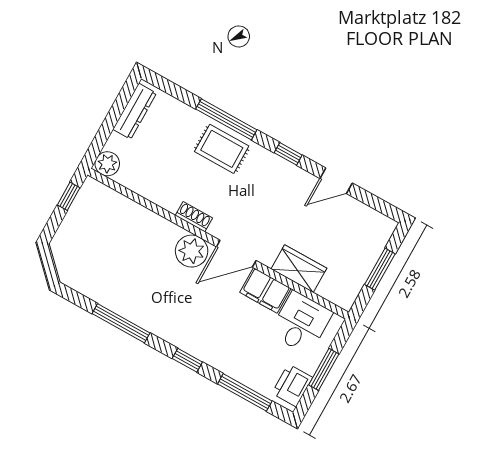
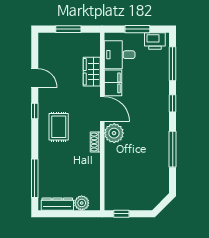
window: (226, 119) -> (35, 178), moved
rug: (222, 149) -> (59, 127), moved
plant: (107, 164) -> (82, 203), moved

